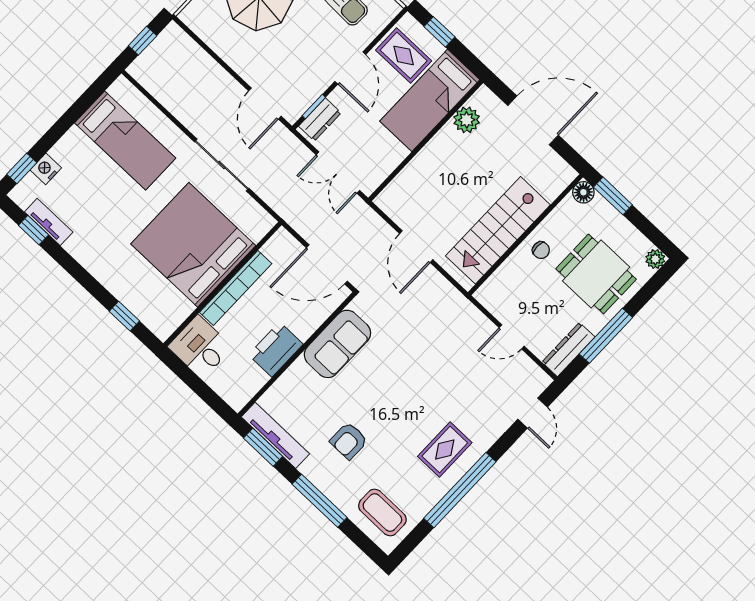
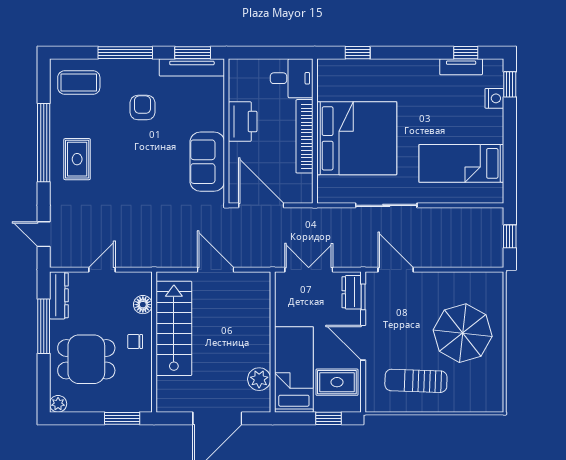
floor lamp: (583, 192) -> (143, 305), moved
door: (327, 264) -> (261, 205), hinge flipped

